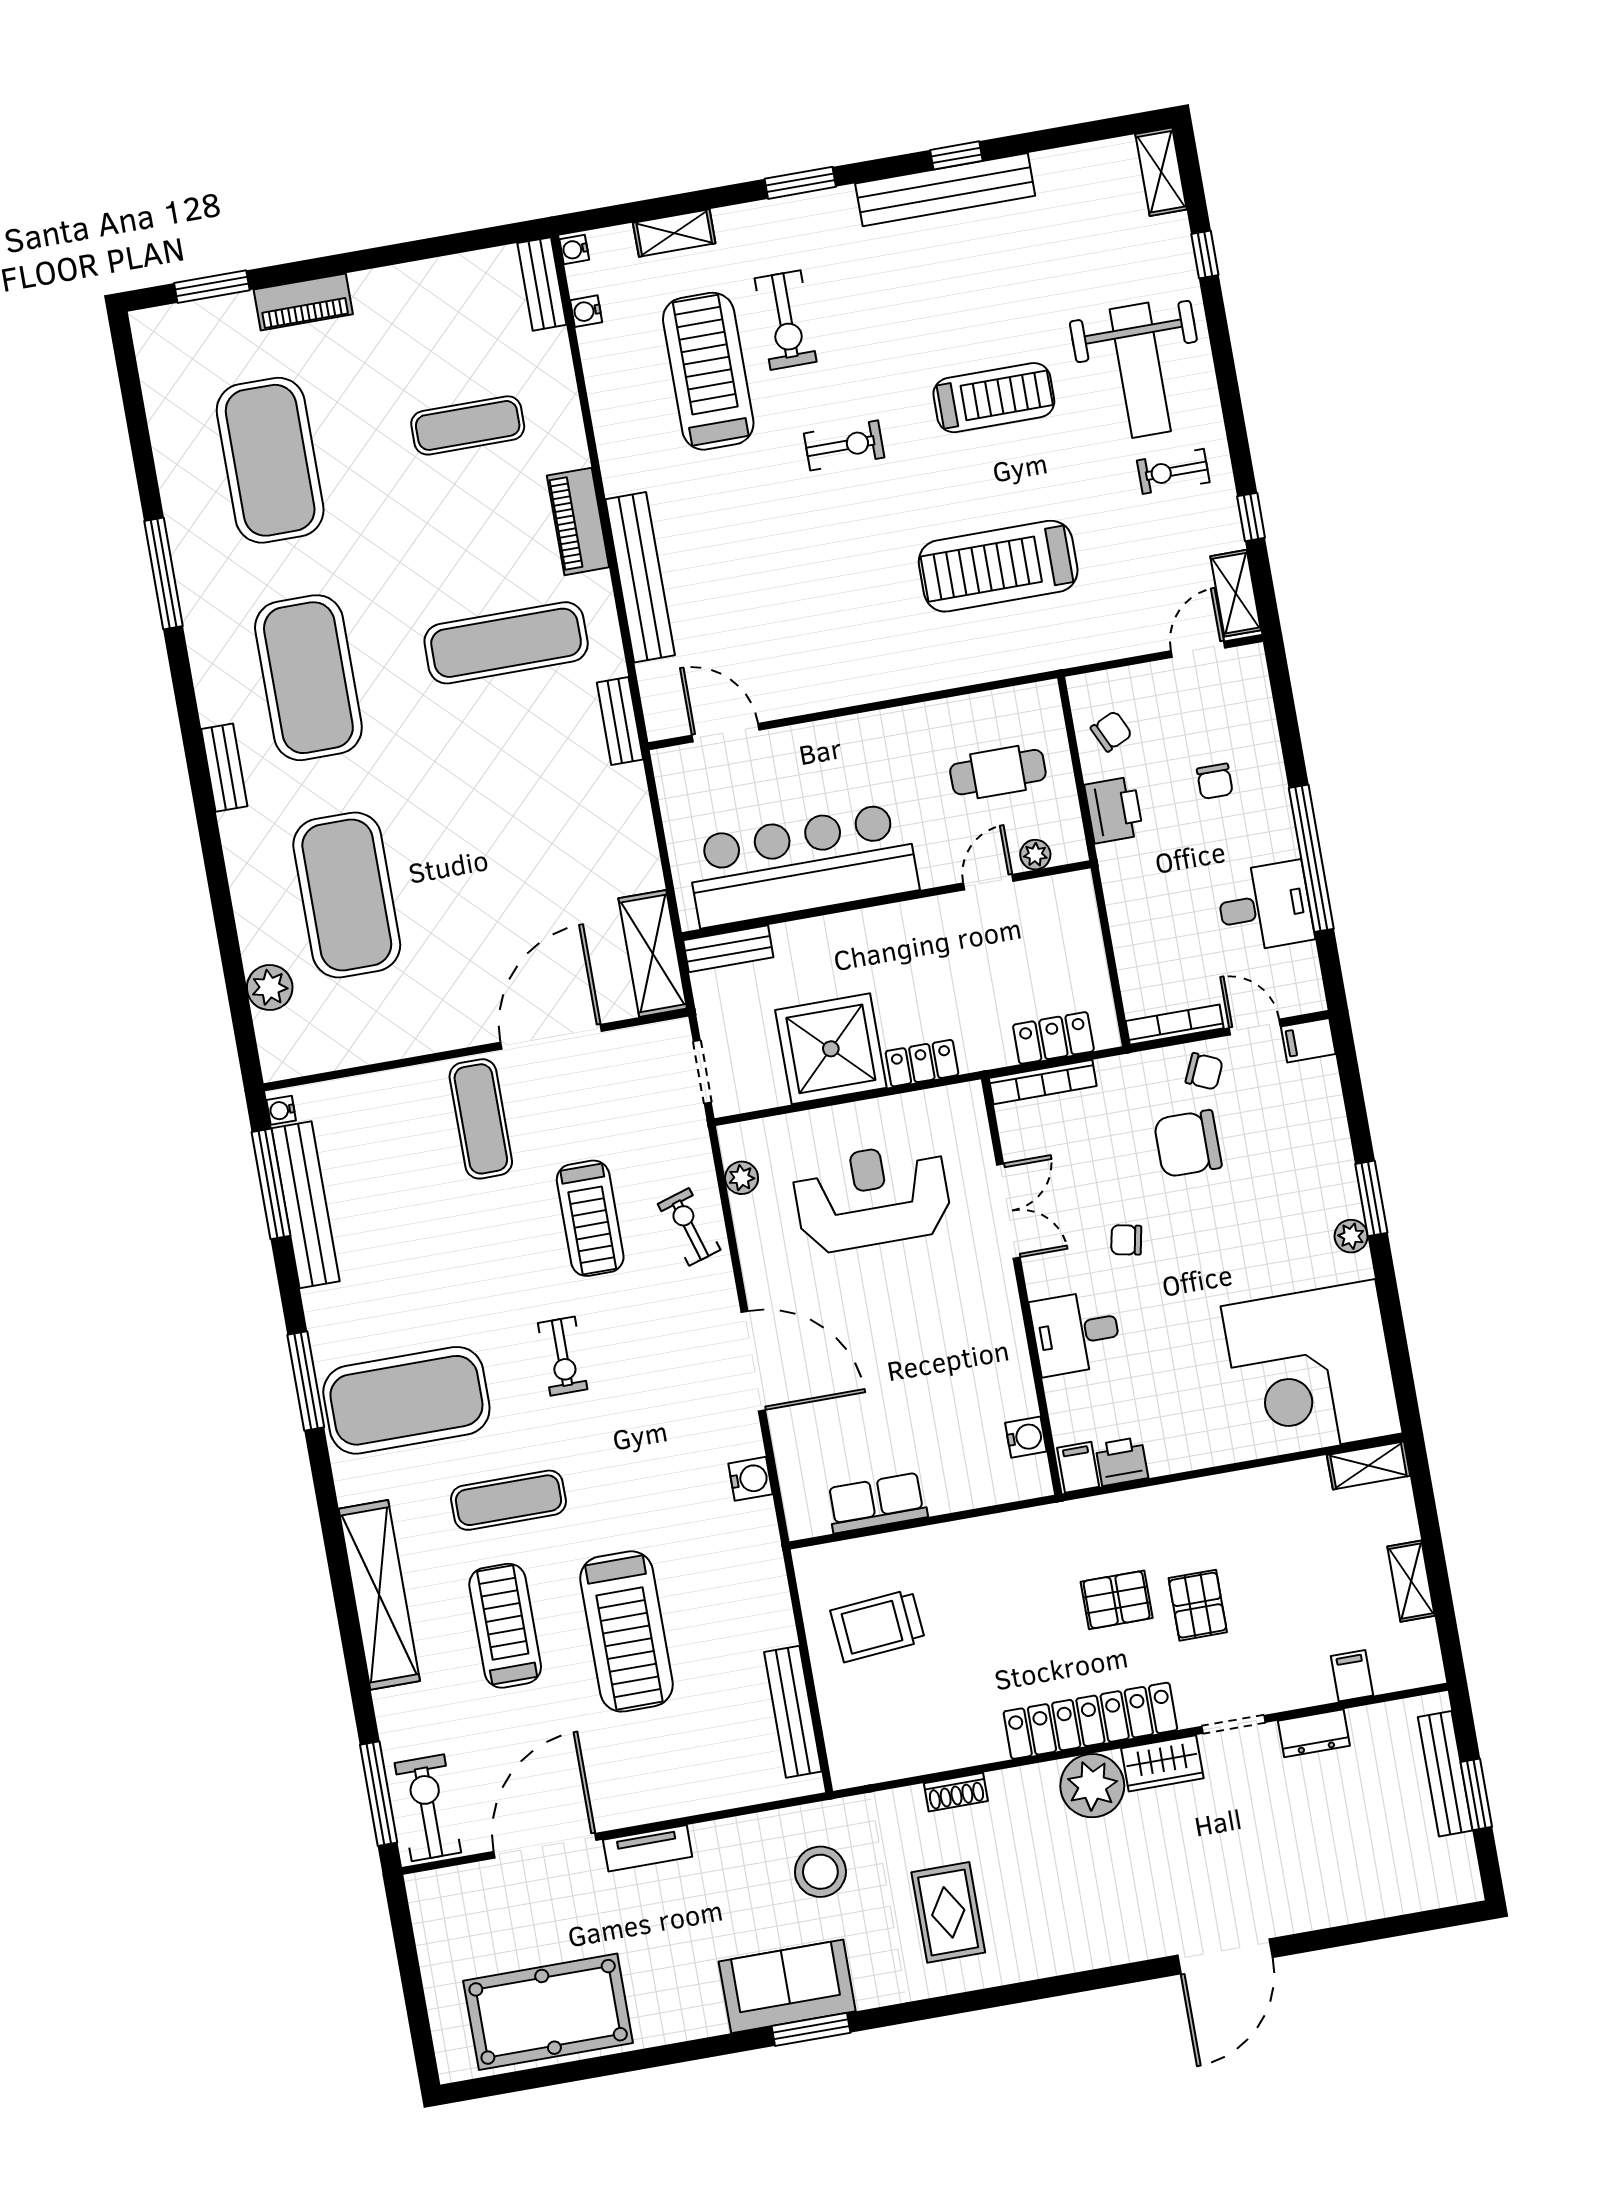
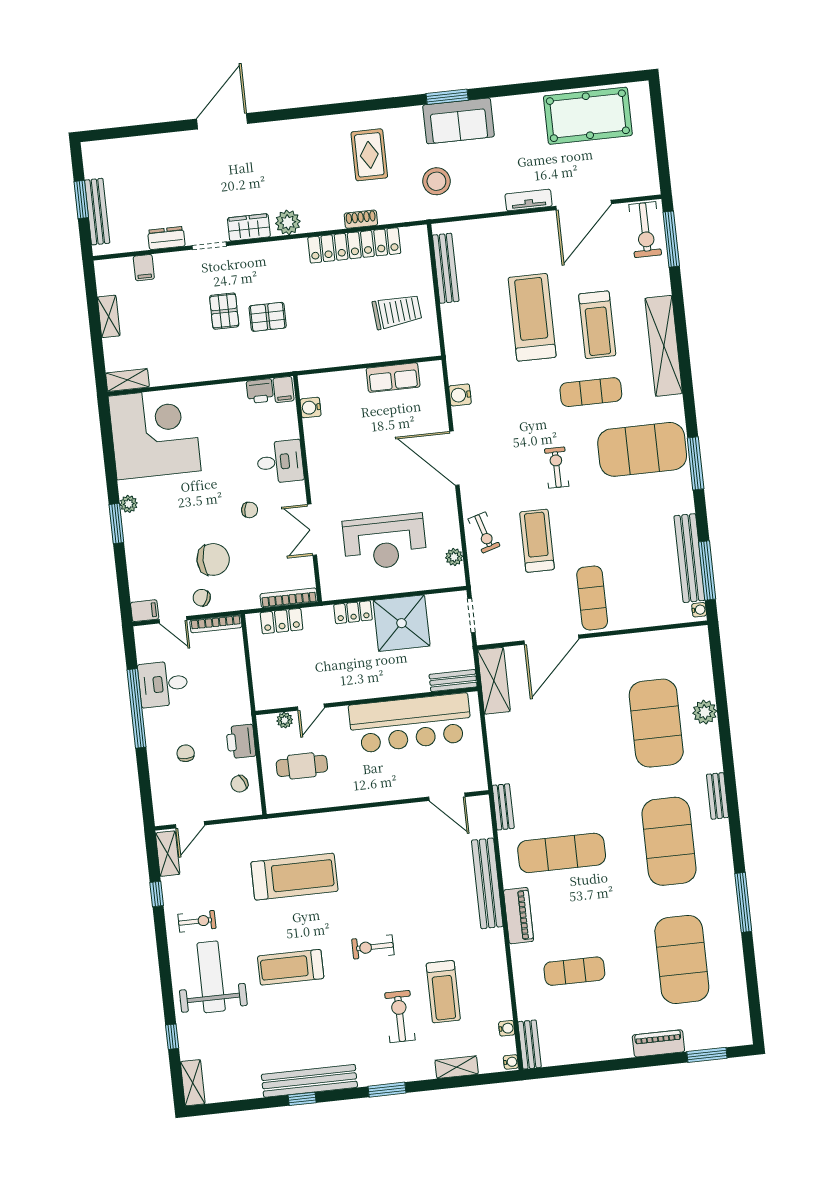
treadmill: (708, 371) -> (443, 992), width x0.73, depth x0.73
plant: (270, 988) -> (705, 712), moved
locker: (1090, 1721) -> (354, 245), moved
plant: (1092, 1786) -> (288, 222), width x0.73, depth x0.73

